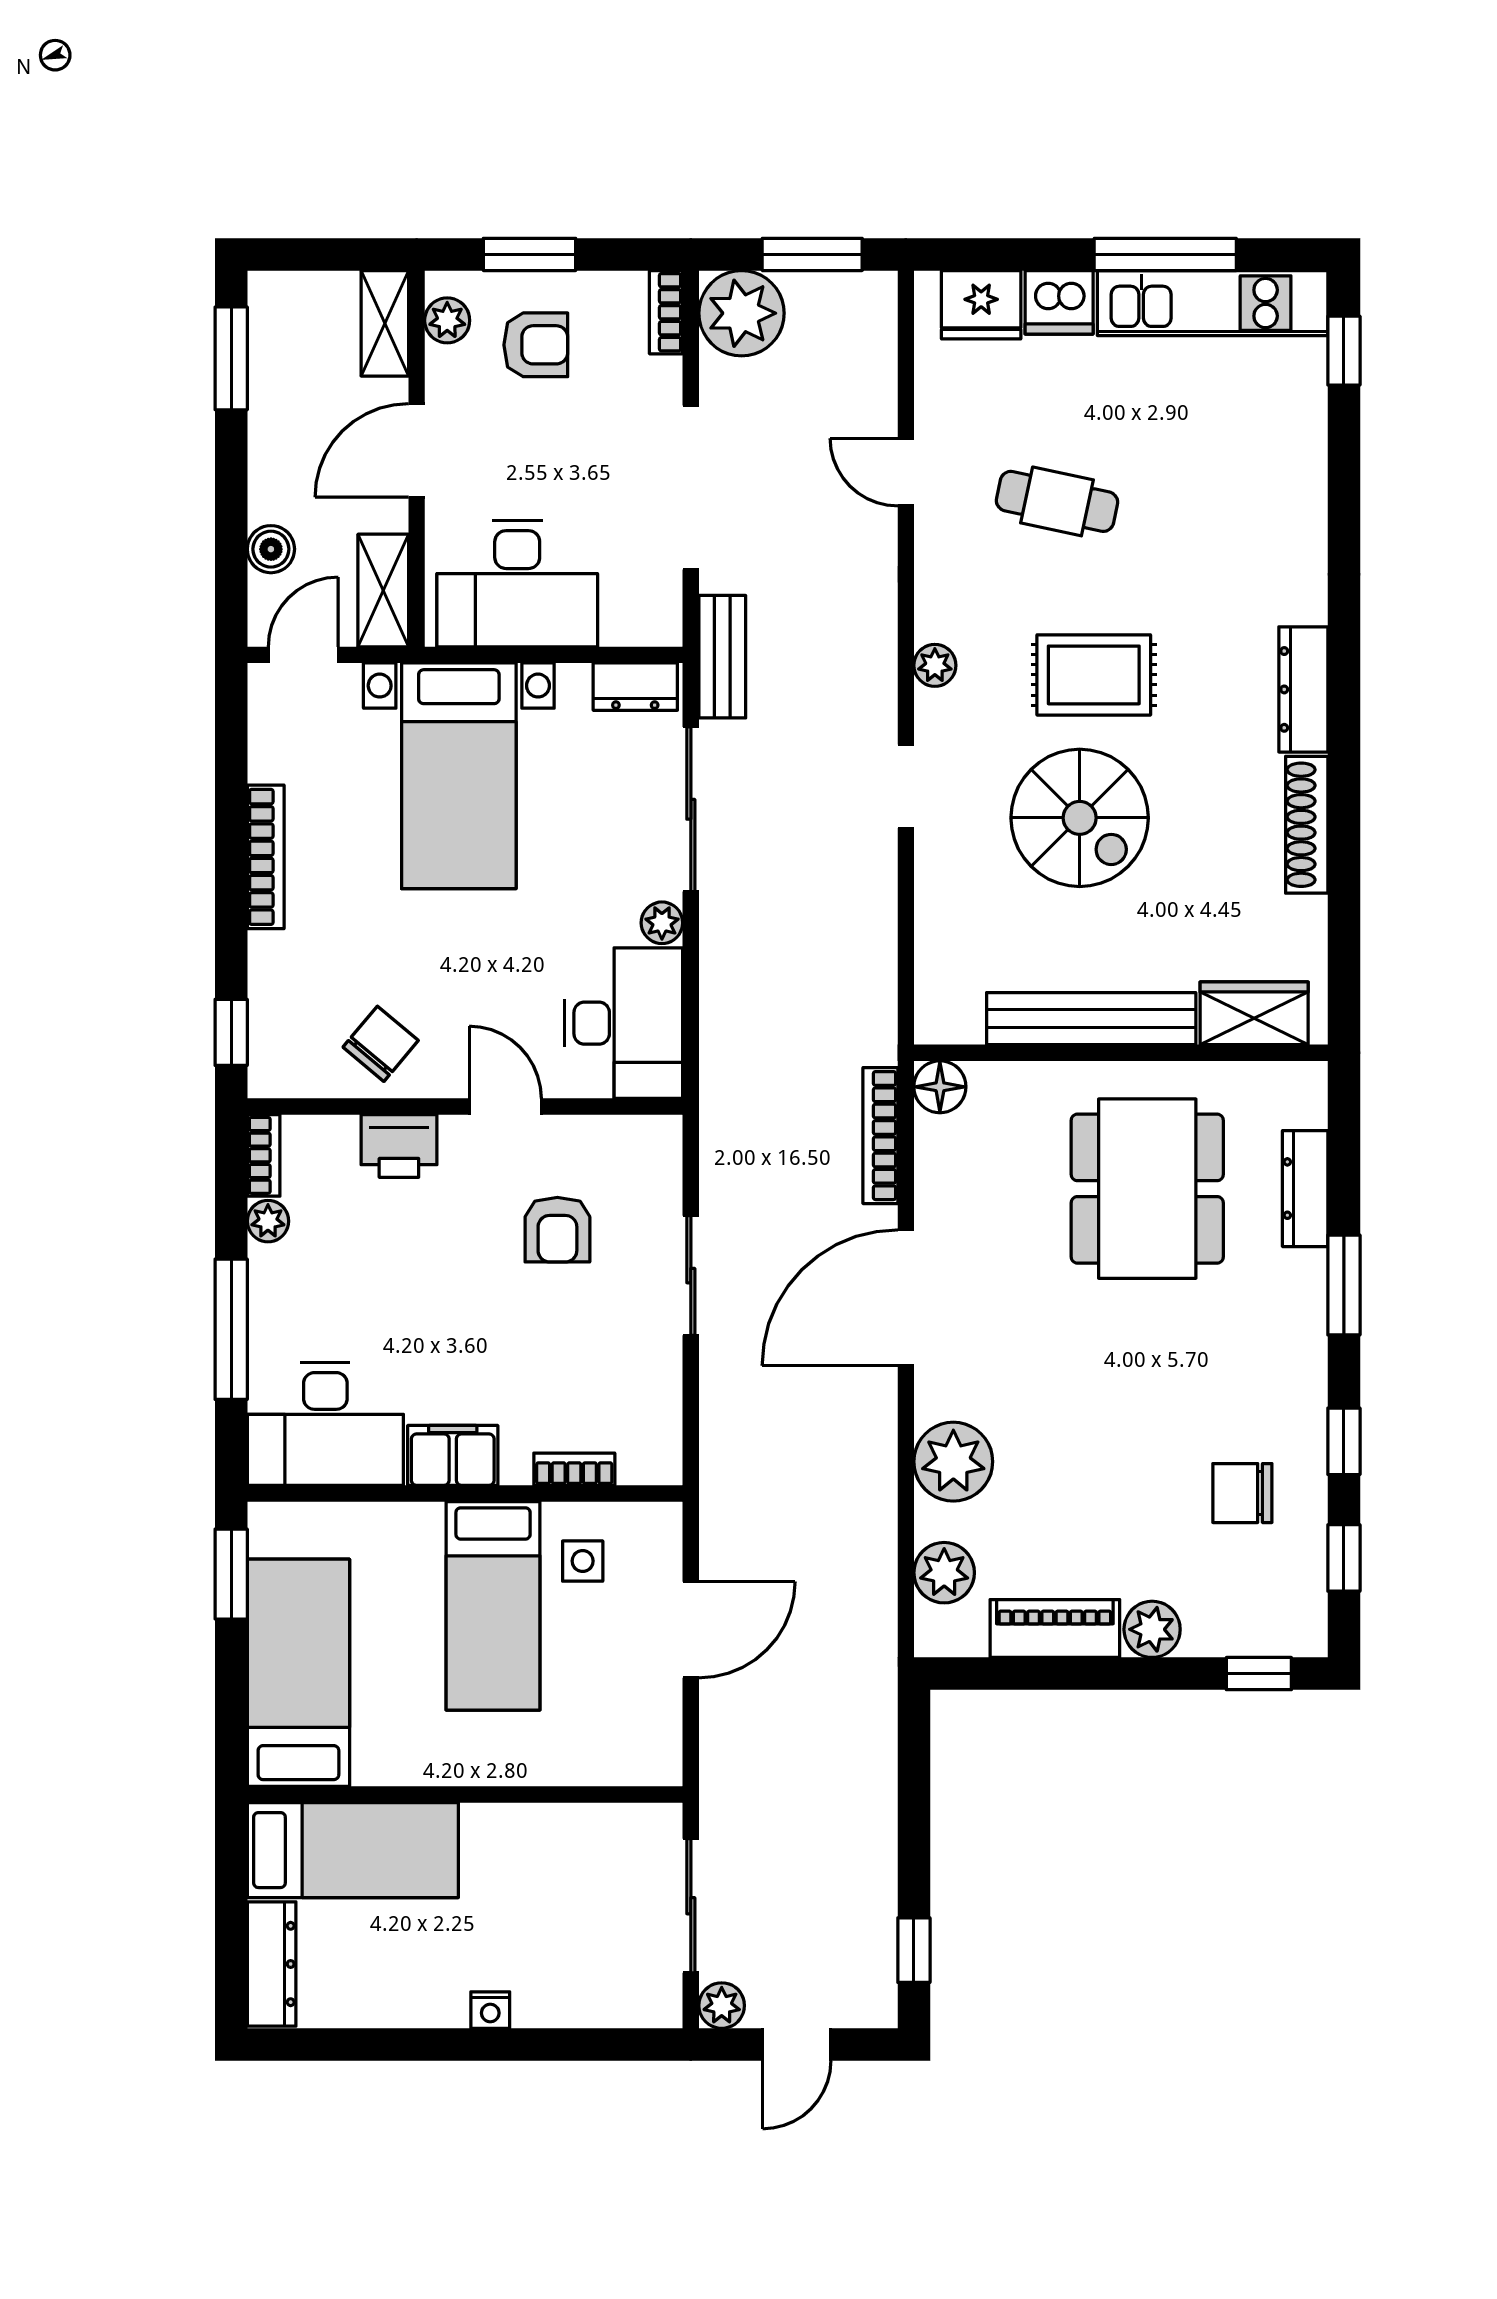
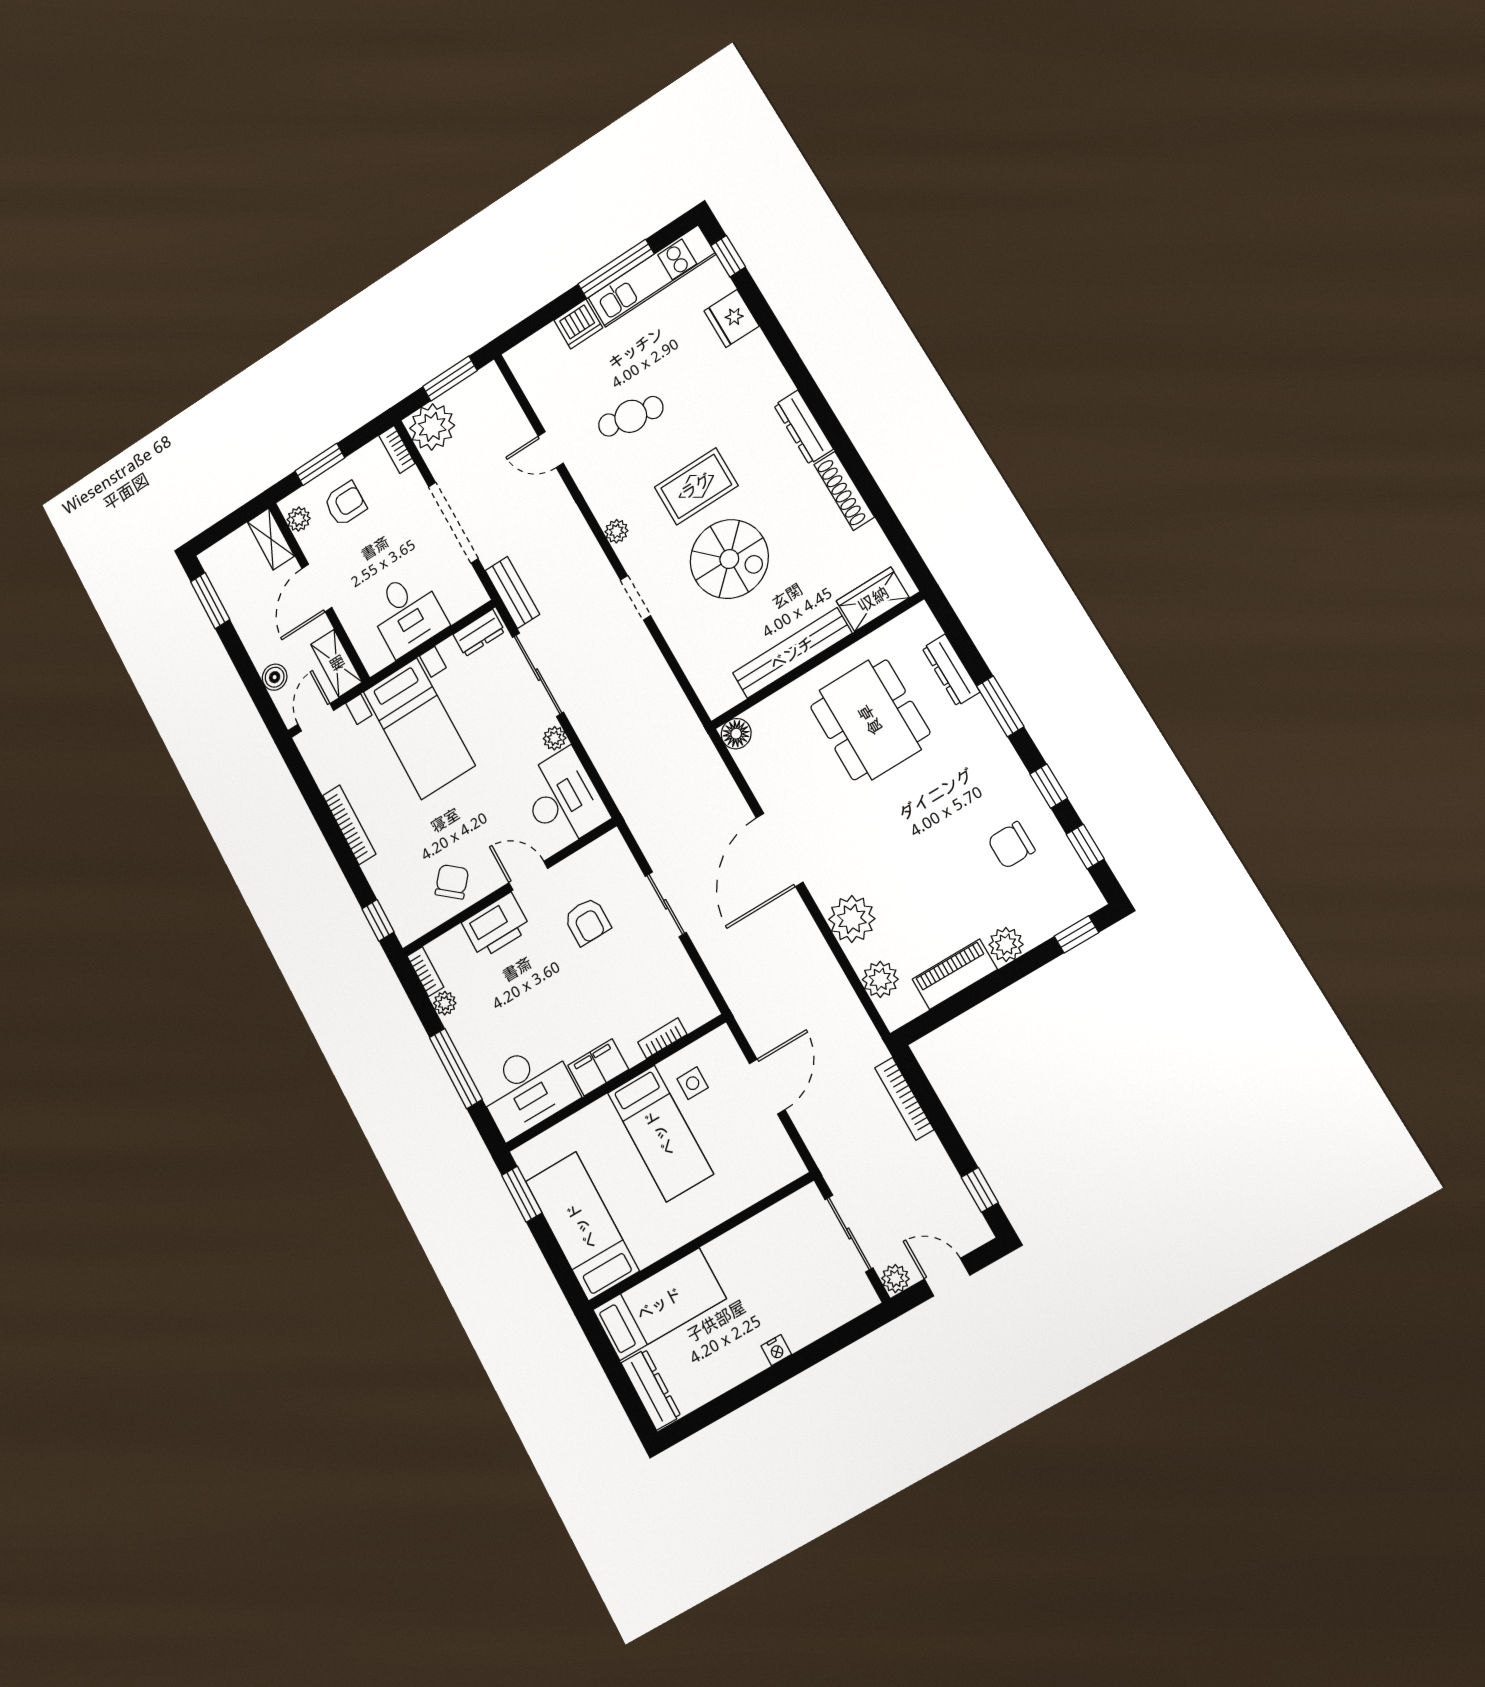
fridge: (981, 305) -> (731, 318), moved, turned 90
desk: (517, 584) -> (407, 613), width x0.73
bookcase: (880, 1136) -> (904, 1099), moved
printer: (399, 1146) -> (496, 926), width x1.37, depth x1.19
door: (797, 2044) -> (947, 1277), swing flipped

